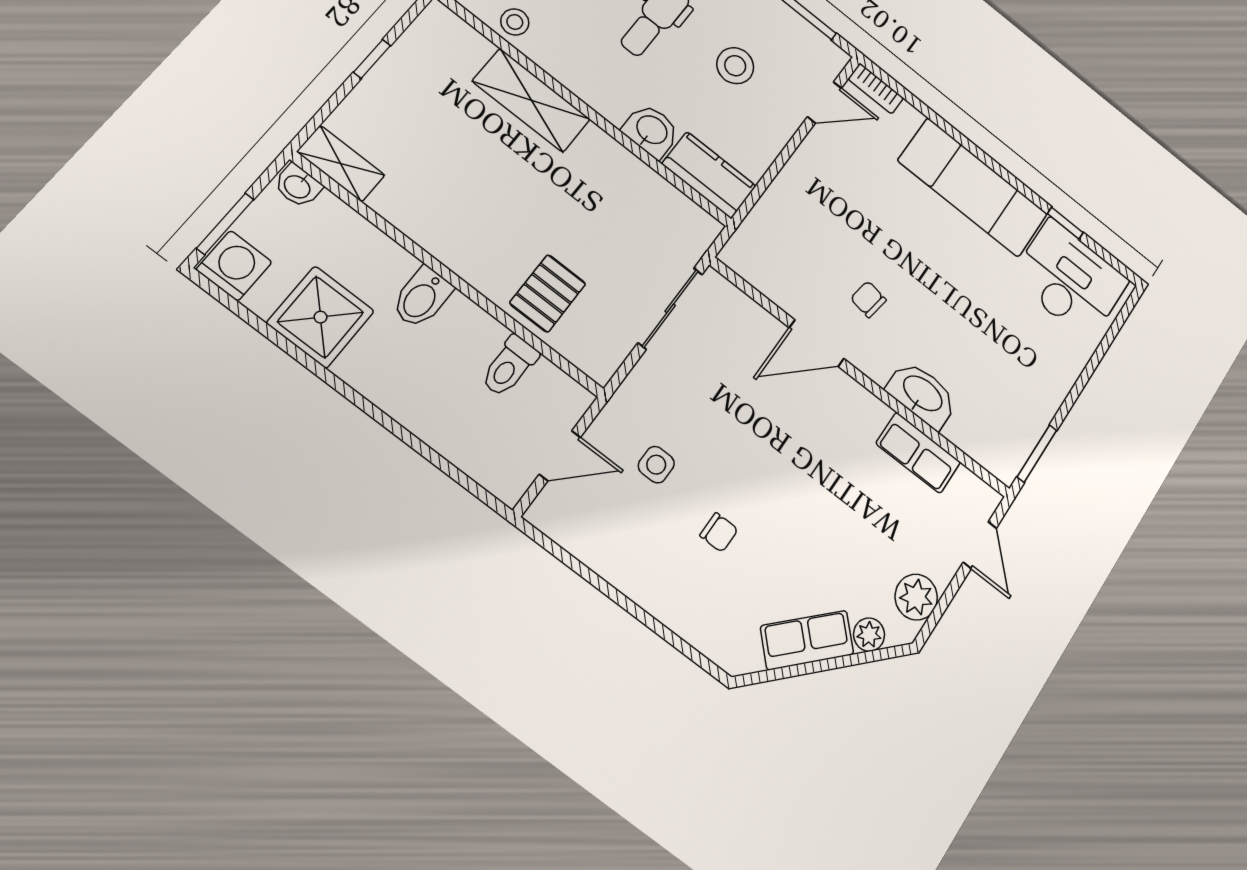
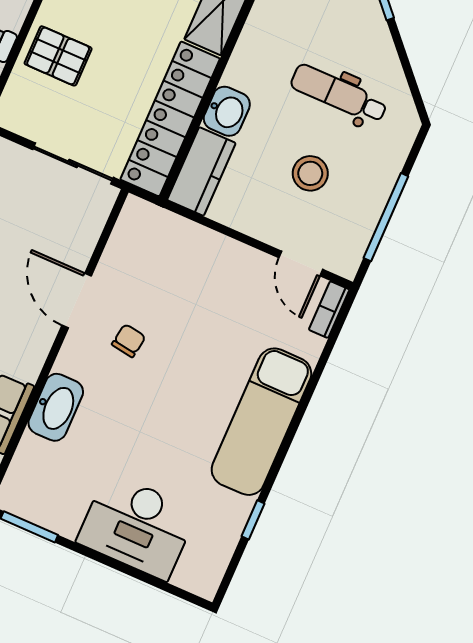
locker: (646, 192) -> (170, 119), added
desk: (1070, 280) -> (137, 526), moved, turned 90

